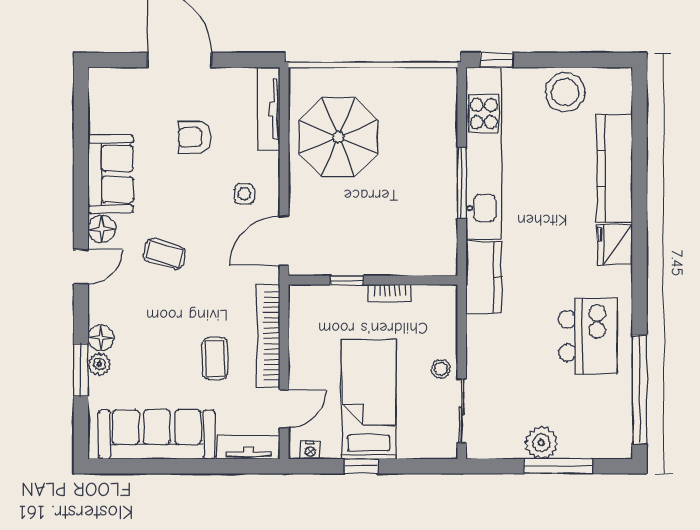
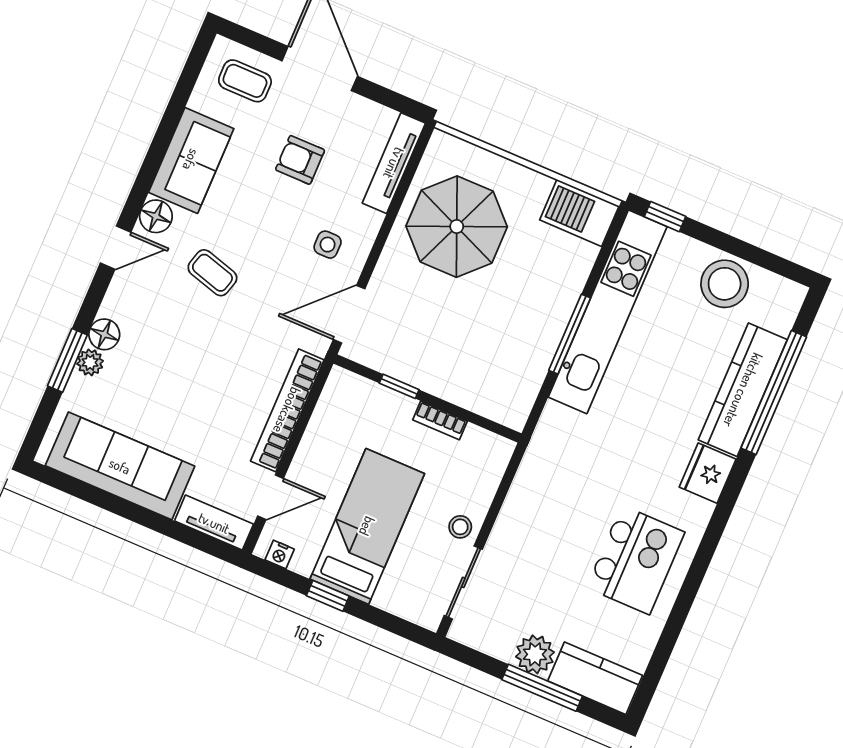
barbecue: (429, 86) -> (579, 213), added
kitchen counter: (484, 277) -> (595, 678), moved, turned -90
coffee table: (215, 358) -> (245, 81), moved, turned 90
window: (639, 390) -> (774, 393), moved

